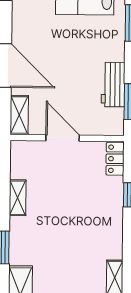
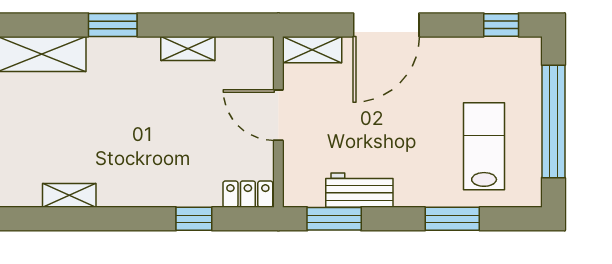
door: (63, 138) -> (278, 115), swing flipped

